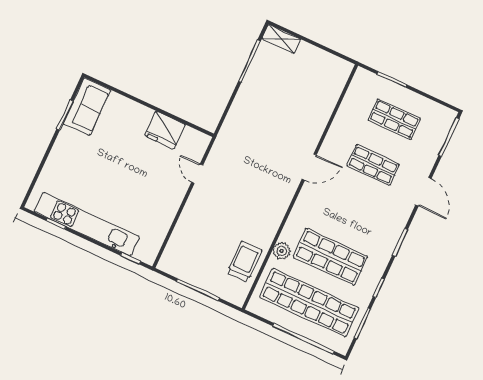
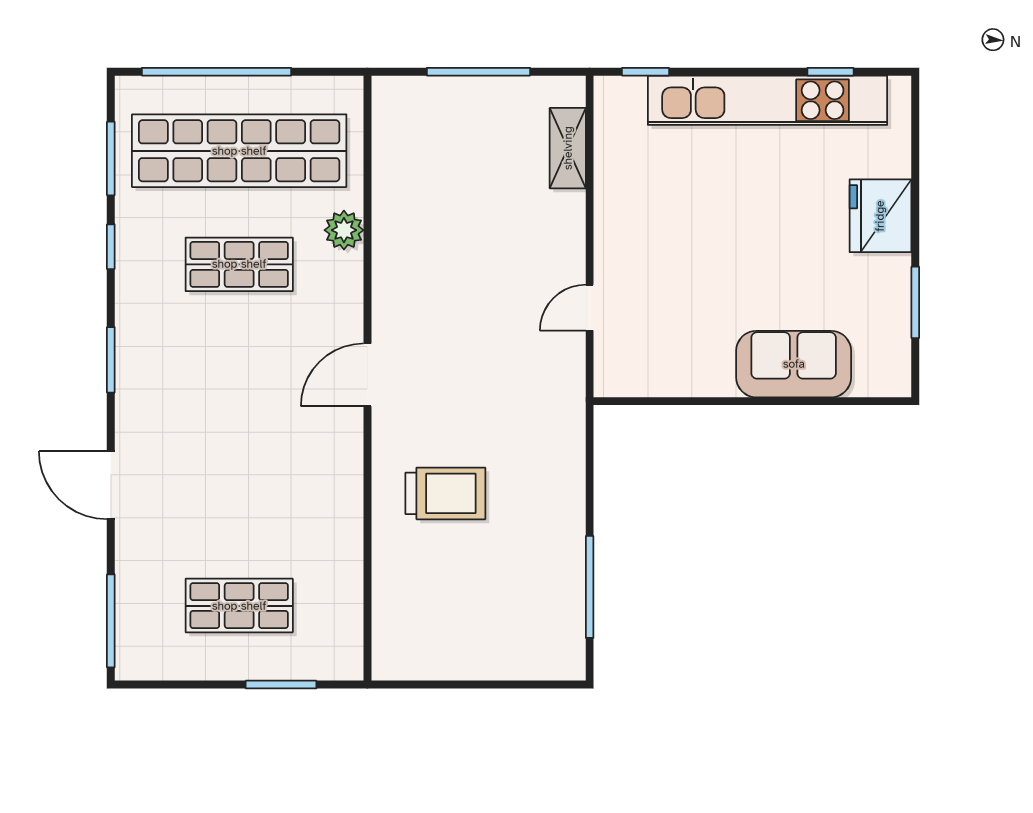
shelving: (281, 39) -> (568, 148), moved, turned 90
sofa: (87, 107) -> (794, 364), moved, turned 90
fridge: (165, 130) -> (880, 216), moved, turned -90
shop shelf: (373, 165) -> (239, 492), removed
door: (309, 167) -> (367, 375), moved
door: (197, 174) -> (590, 308), swing flipped
shop shelf: (330, 257) -> (239, 264), width x0.70, depth x0.74
trolley: (245, 261) -> (445, 493), moved, turned -90

